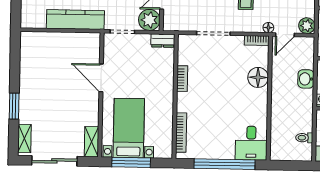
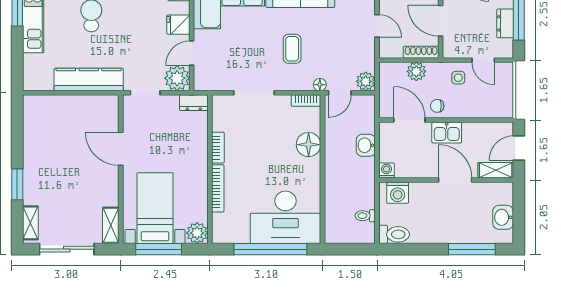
bookcase: (181, 133) -> (218, 188), moved
desk: (251, 143) -> (285, 217), width x1.87, depth x1.30
plant: (164, 149) -> (197, 233), added

